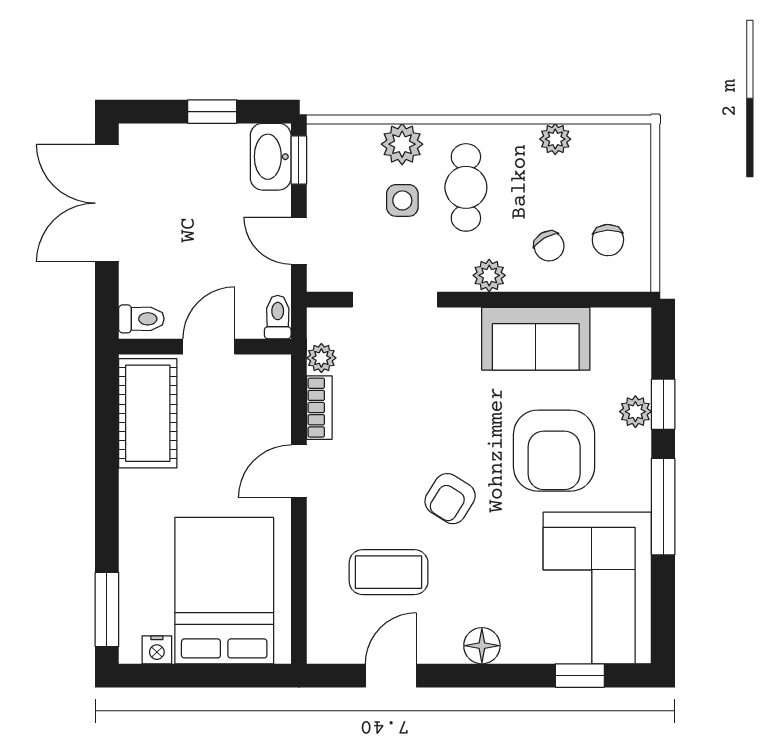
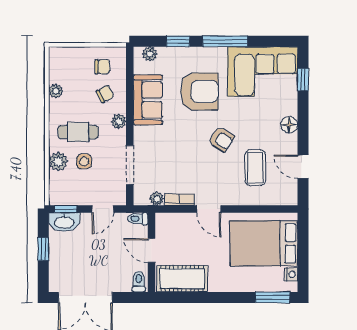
plant: (635, 412) -> (150, 54), moved

